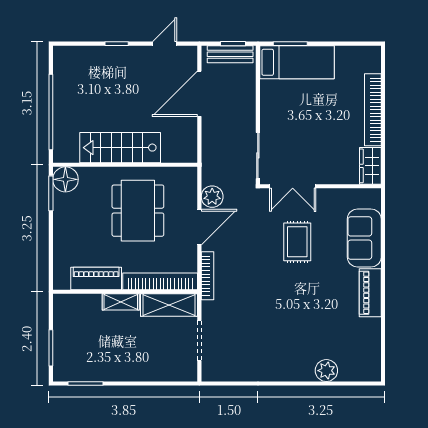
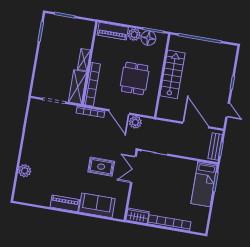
floor lamp: (65, 179) -> (148, 38), moved
dining table: (138, 211) -> (135, 78), width x0.73
plant: (64, 224) -> (134, 35), added
piano: (96, 278) -> (113, 31), moved, turned 90

